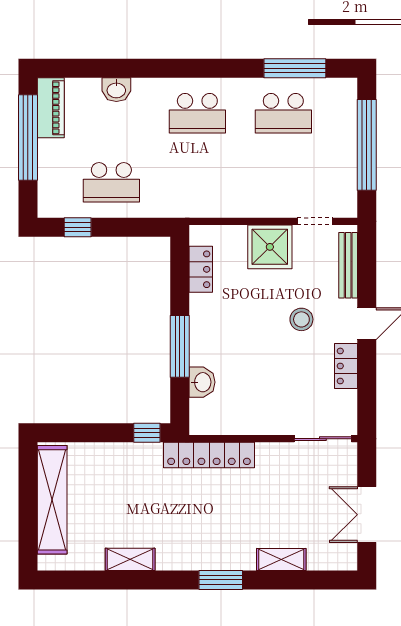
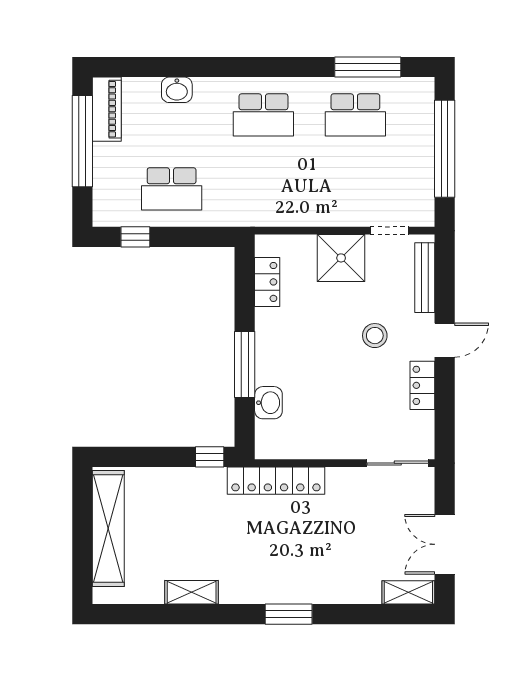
shelving: (281, 560) -> (408, 592), moved

